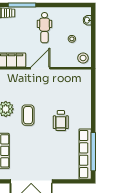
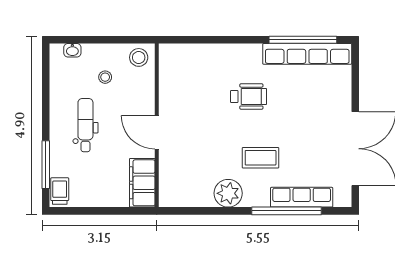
dental chair: (45, 28) -> (85, 125), turned -90
coffee table: (28, 115) -> (261, 158), moved

